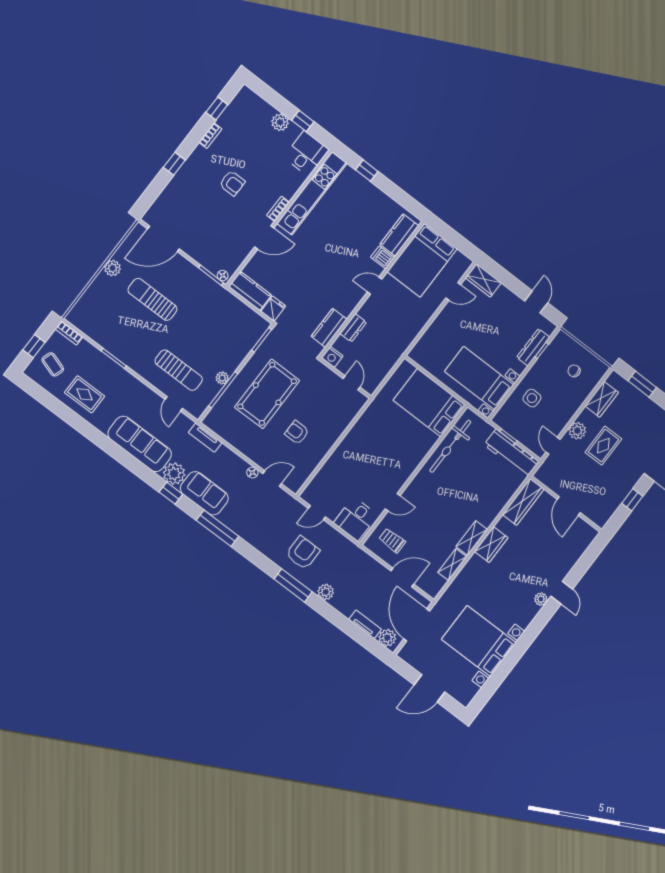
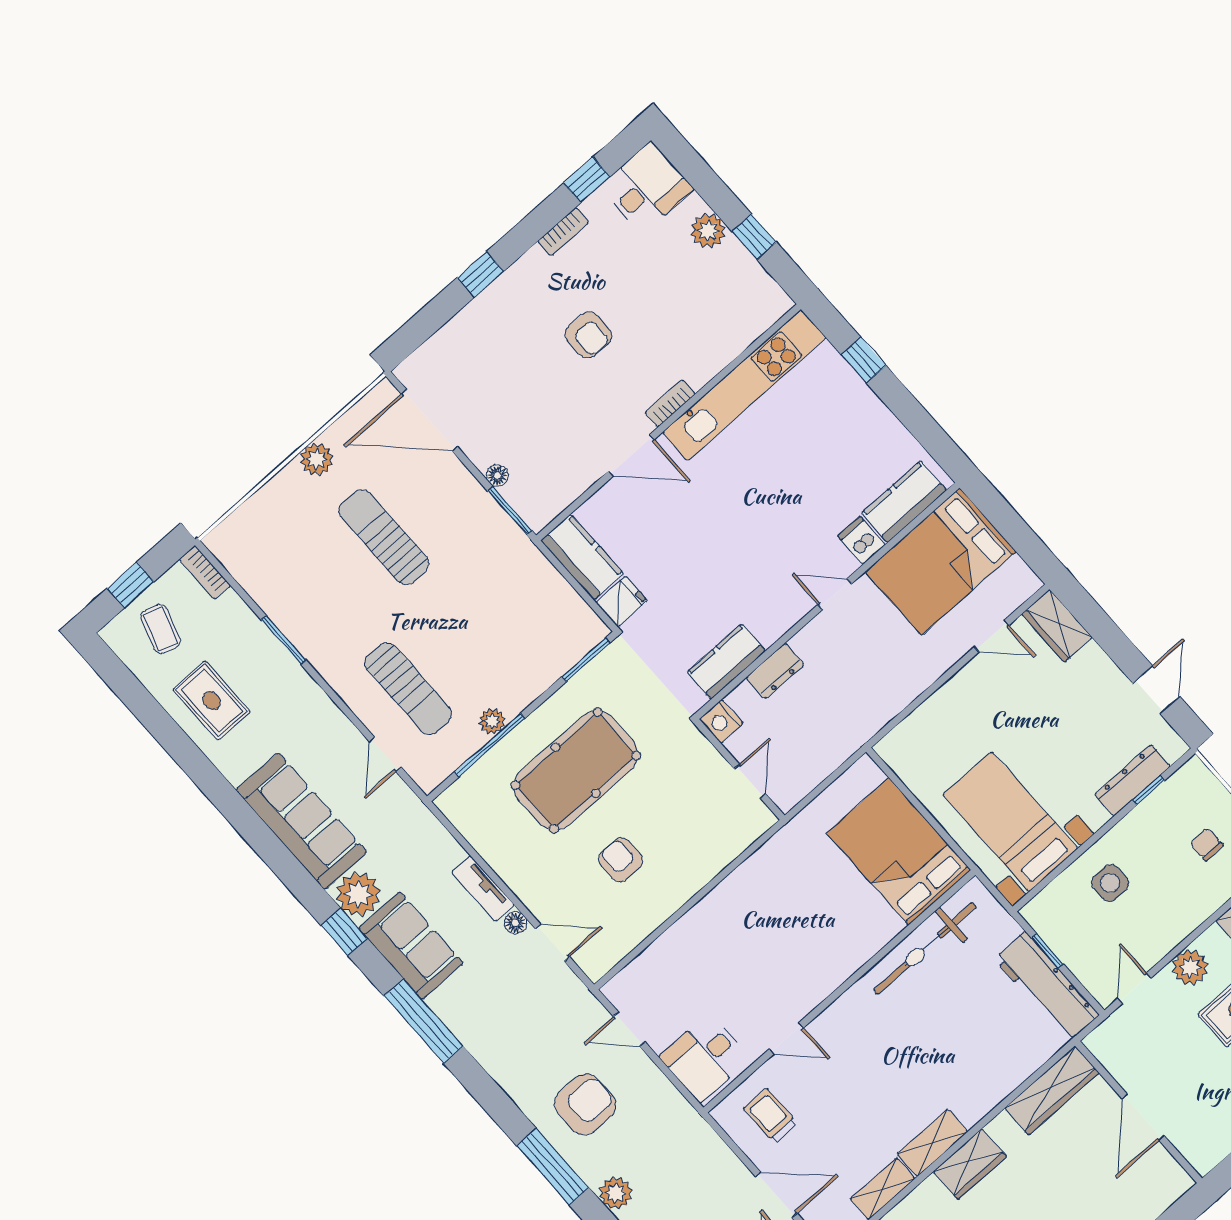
desk: (306, 154) -> (646, 188), moved
floor lamp: (223, 276) -> (497, 476), moved
tv unit: (205, 438) -> (483, 888), moved

